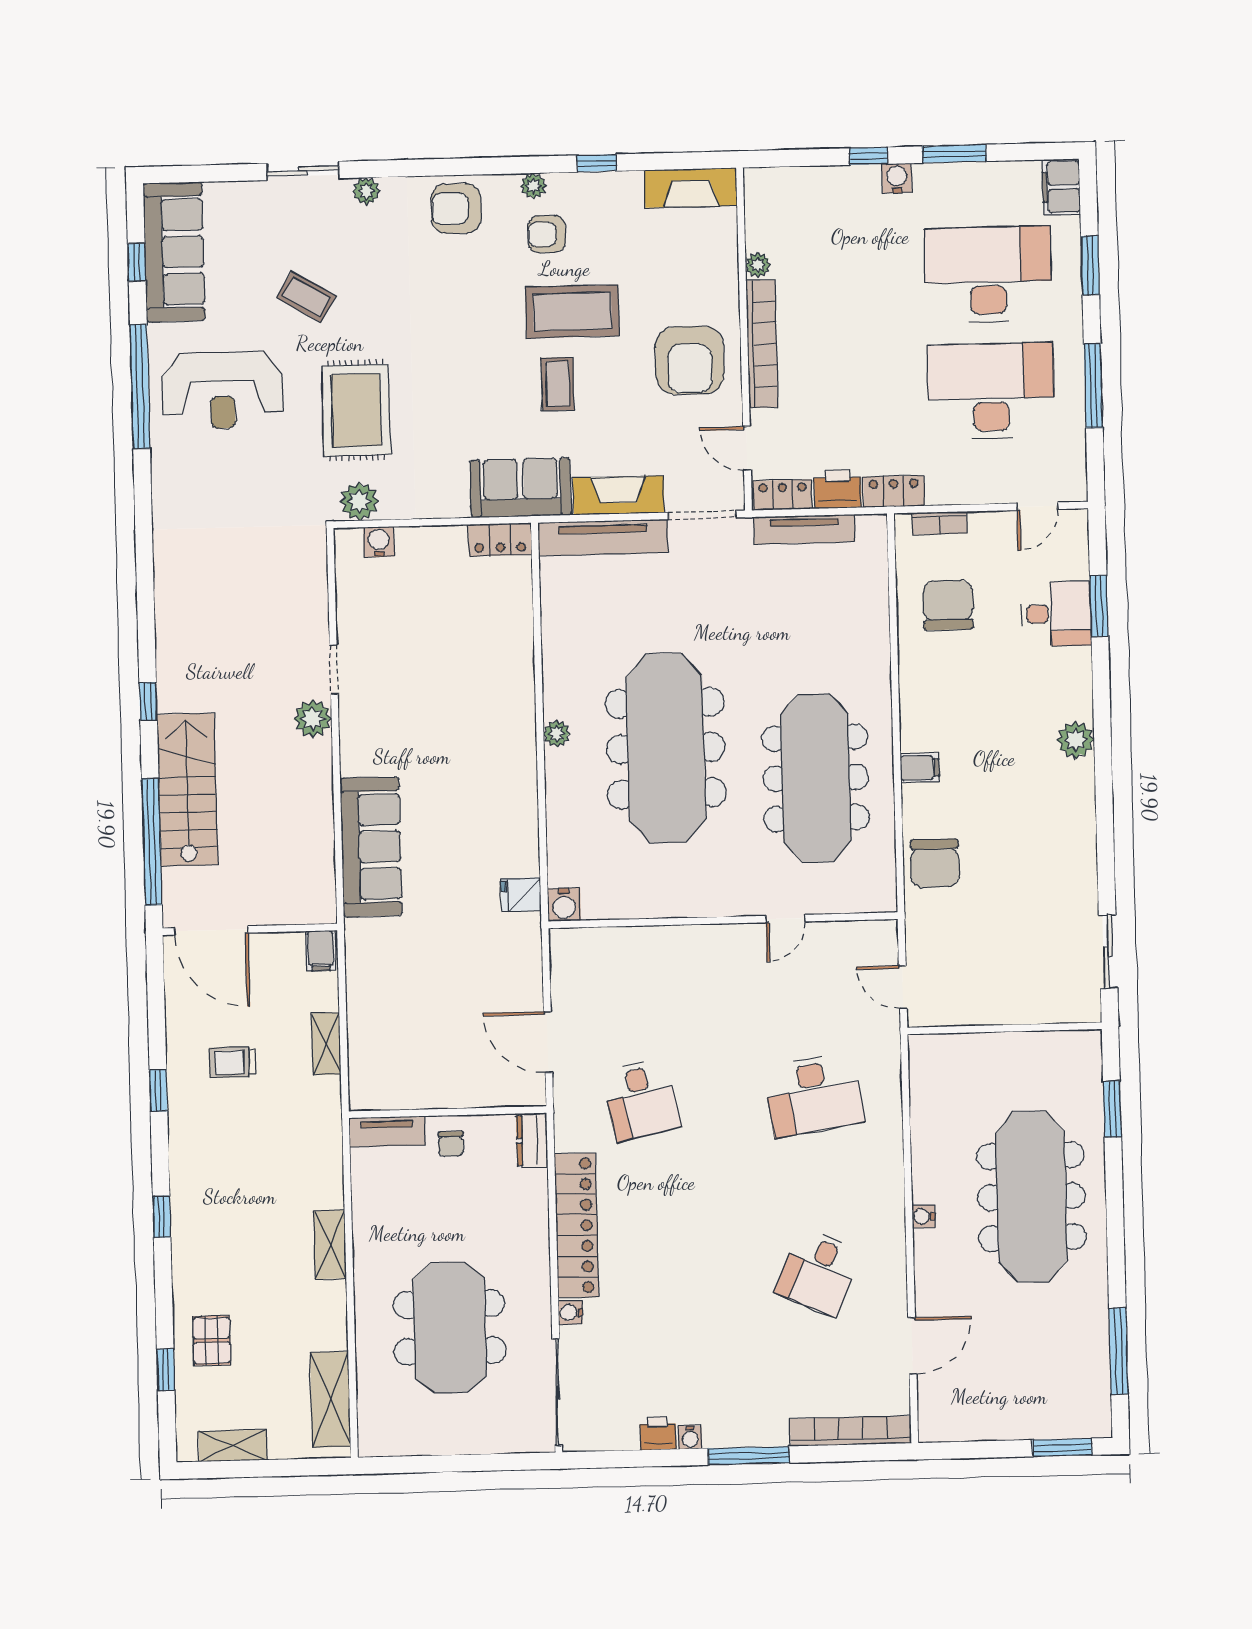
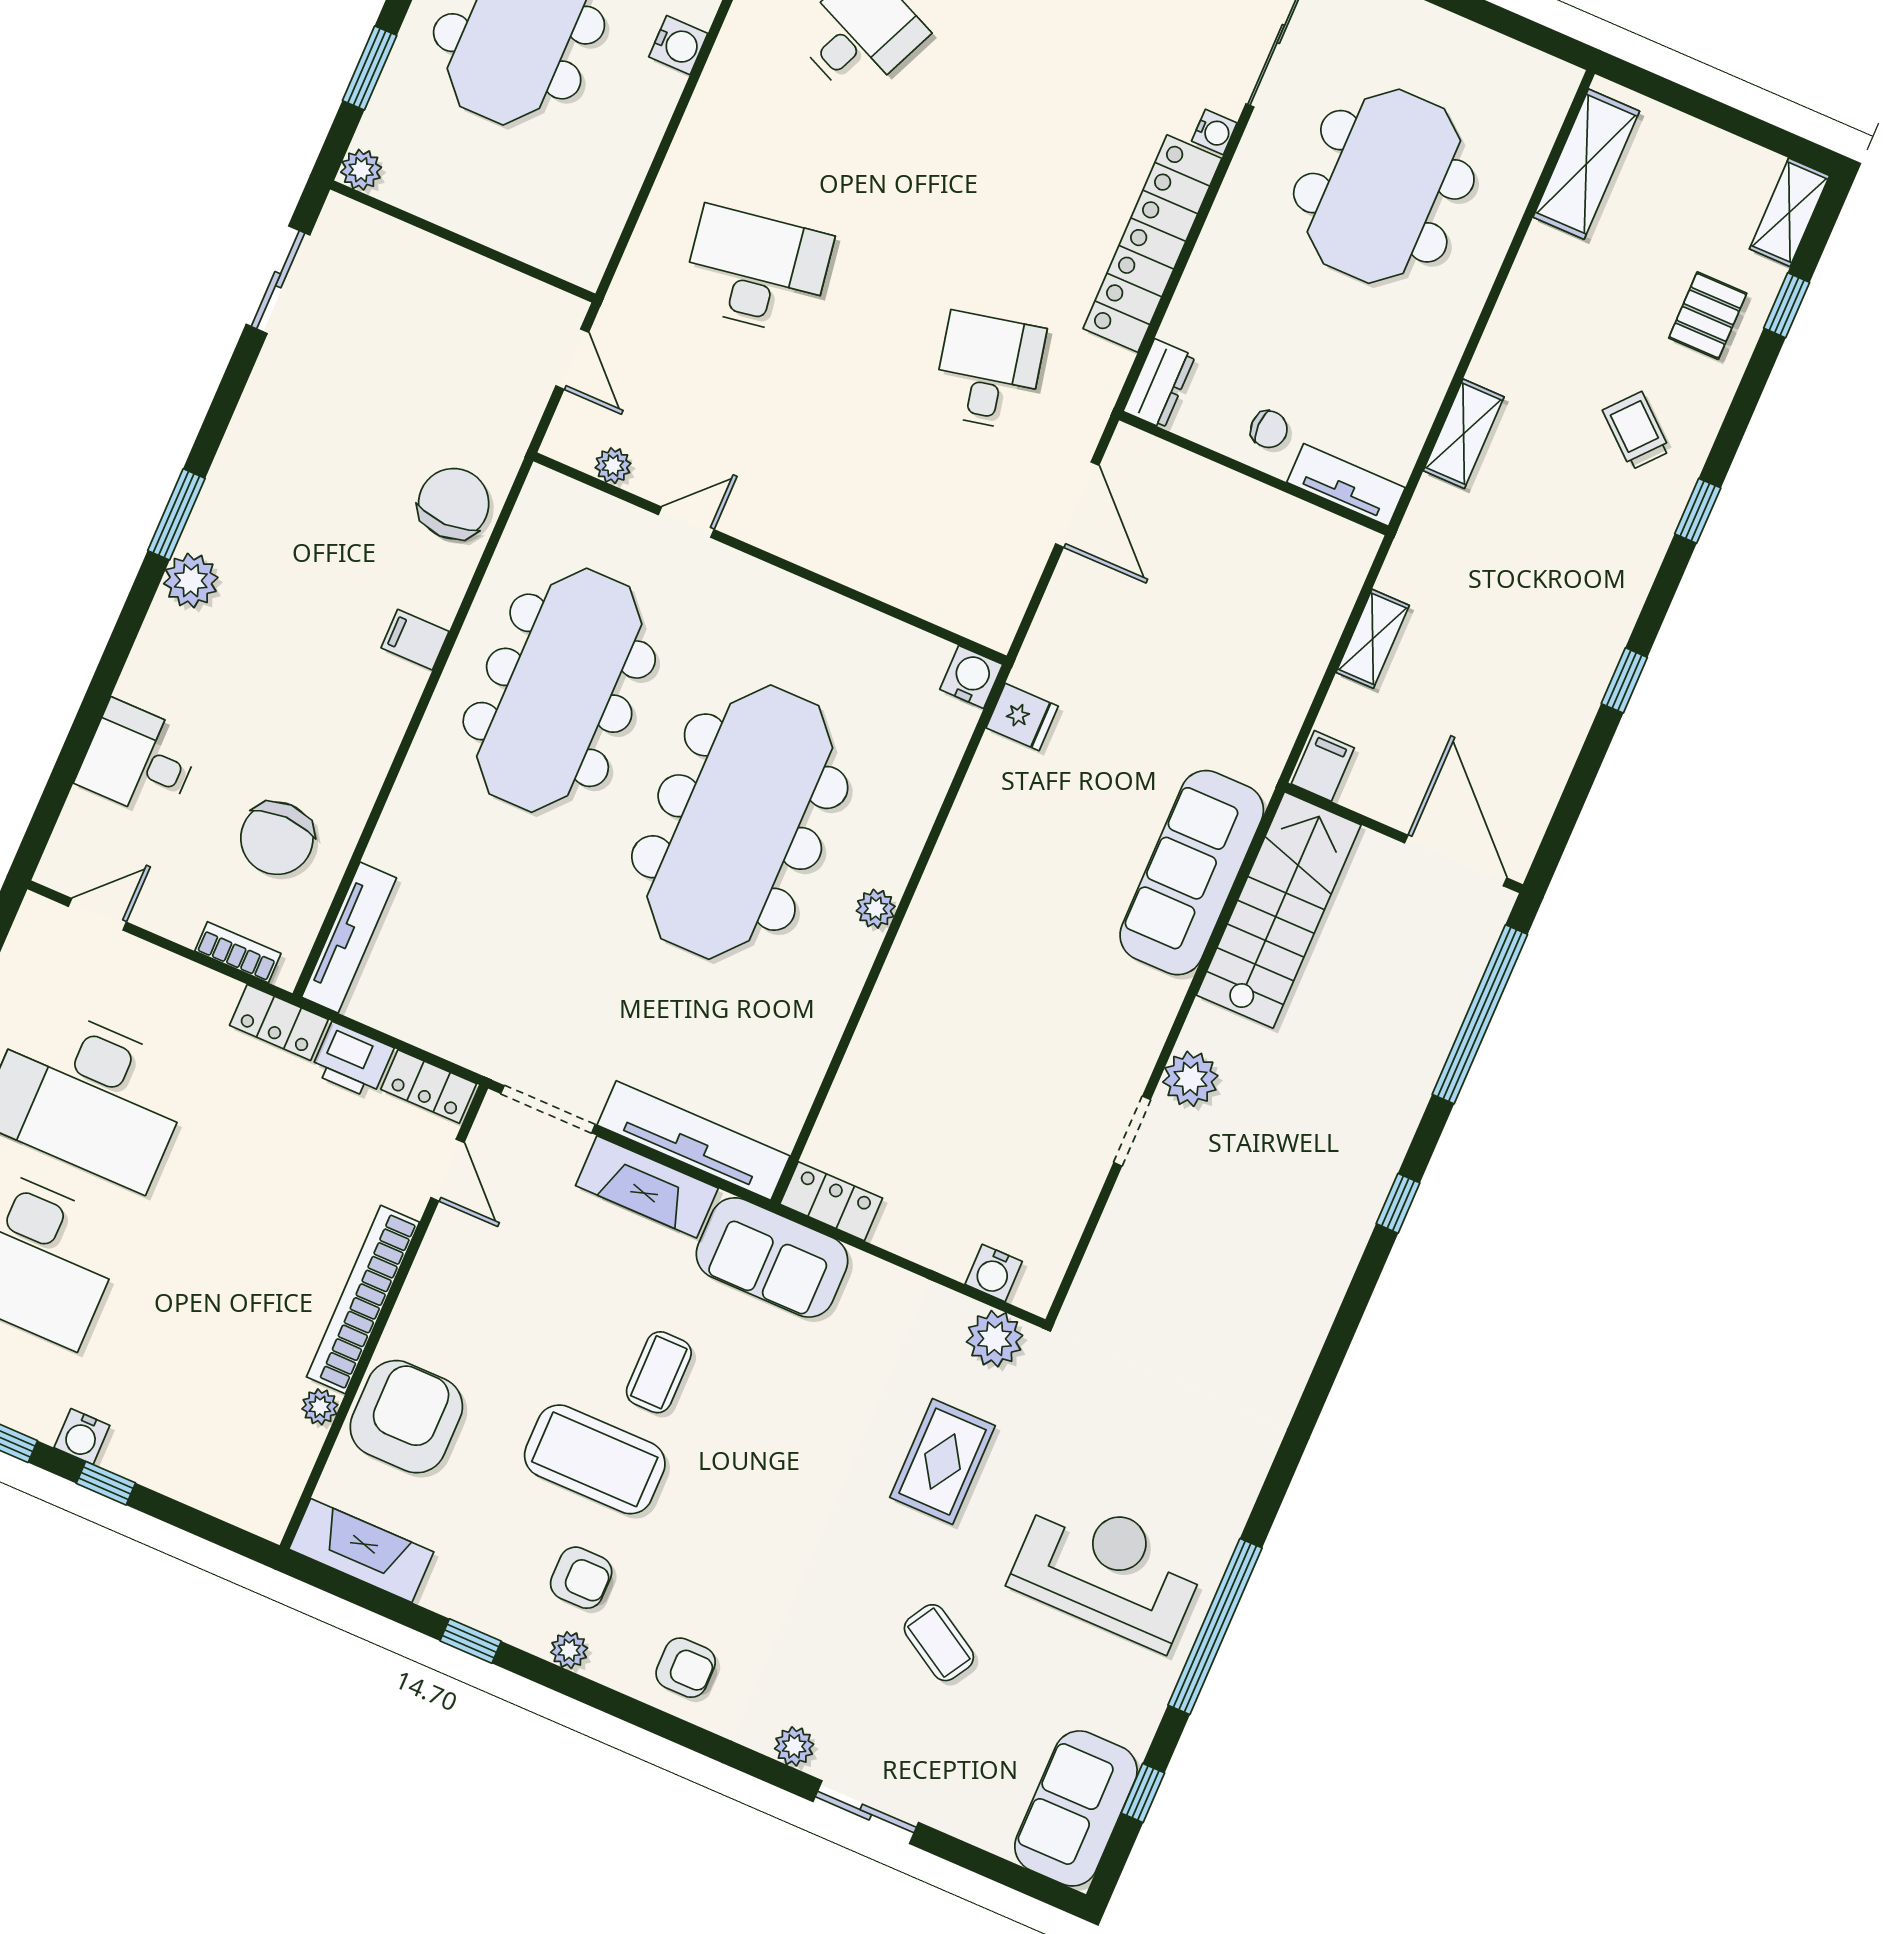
armchair: (456, 209) -> (686, 1668), width x0.72, depth x0.72
sofa: (174, 252) -> (1076, 1808), width x0.73
armchair: (690, 360) -> (406, 1417), moved
rug: (356, 410) -> (943, 1462), width x0.73, depth x0.70
tv unit: (804, 529) -> (349, 938), moved, turned 90
window: (1099, 606) -> (176, 514), moved
stairs: (187, 790) -> (1279, 910), moved, turned 180
plant: (847, 933) -> (613, 466), added
plant: (1088, 1044) -> (361, 170), added
trolley: (232, 1062) -> (1636, 431), moved, turned -139
chair: (451, 1144) -> (1269, 429), turned 90
water cooler: (923, 1216) -> (678, 45), width x1.38, depth x1.38
shelving: (330, 1245) -> (1464, 434), moved
shelving: (233, 1446) -> (1789, 212), moved, turned 90

